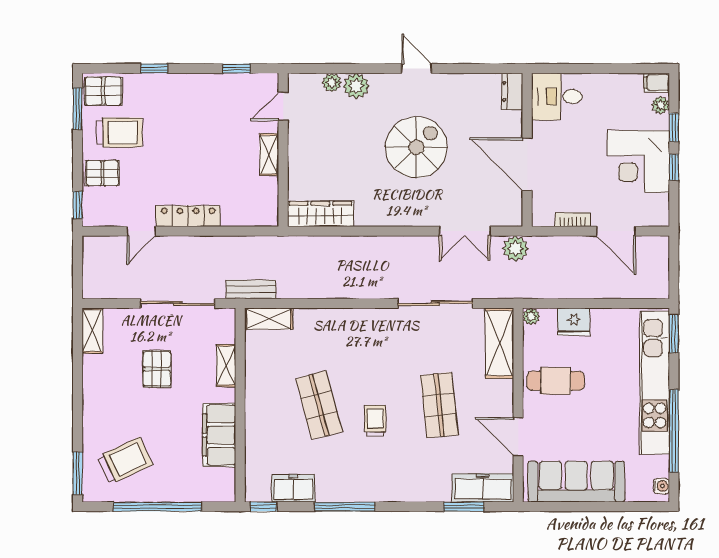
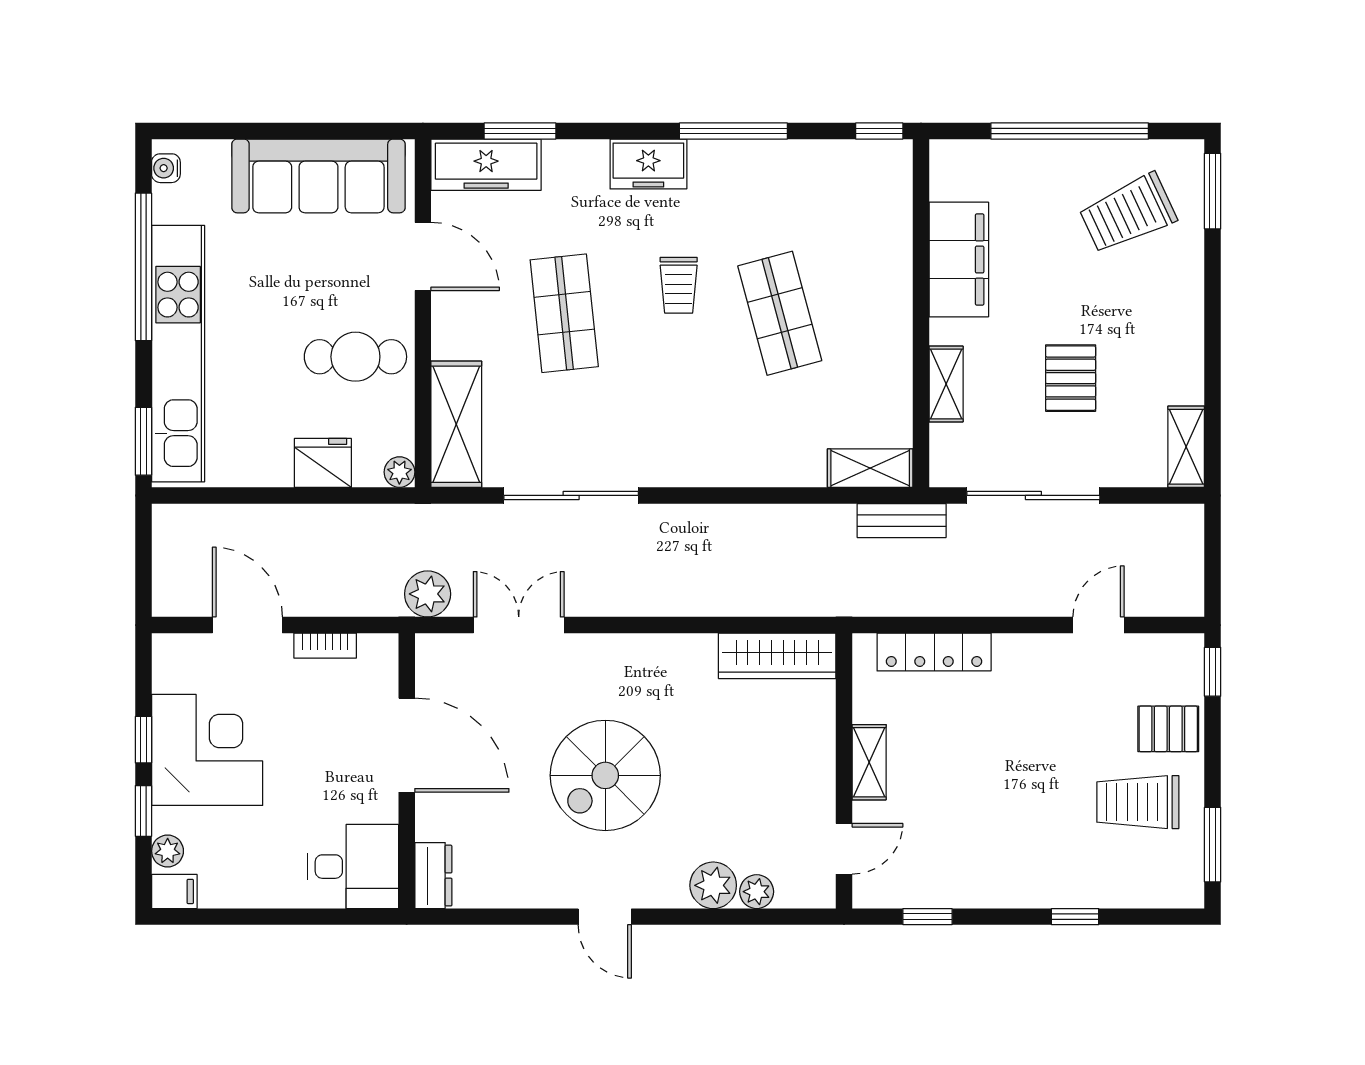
pallet: (103, 91) -> (1166, 876), removed
locker: (188, 216) -> (934, 652), moved
freezer: (293, 488) -> (648, 164), moved

